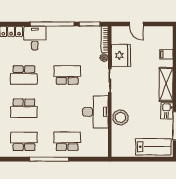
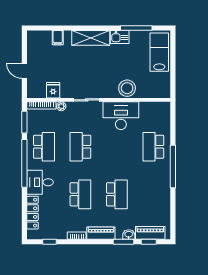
door: (136, 24) -> (24, 71), swing flipped
fridge: (121, 55) -> (53, 90), width x0.53, depth x0.75
school desk: (24, 141) -> (44, 147), moved, turned 180

